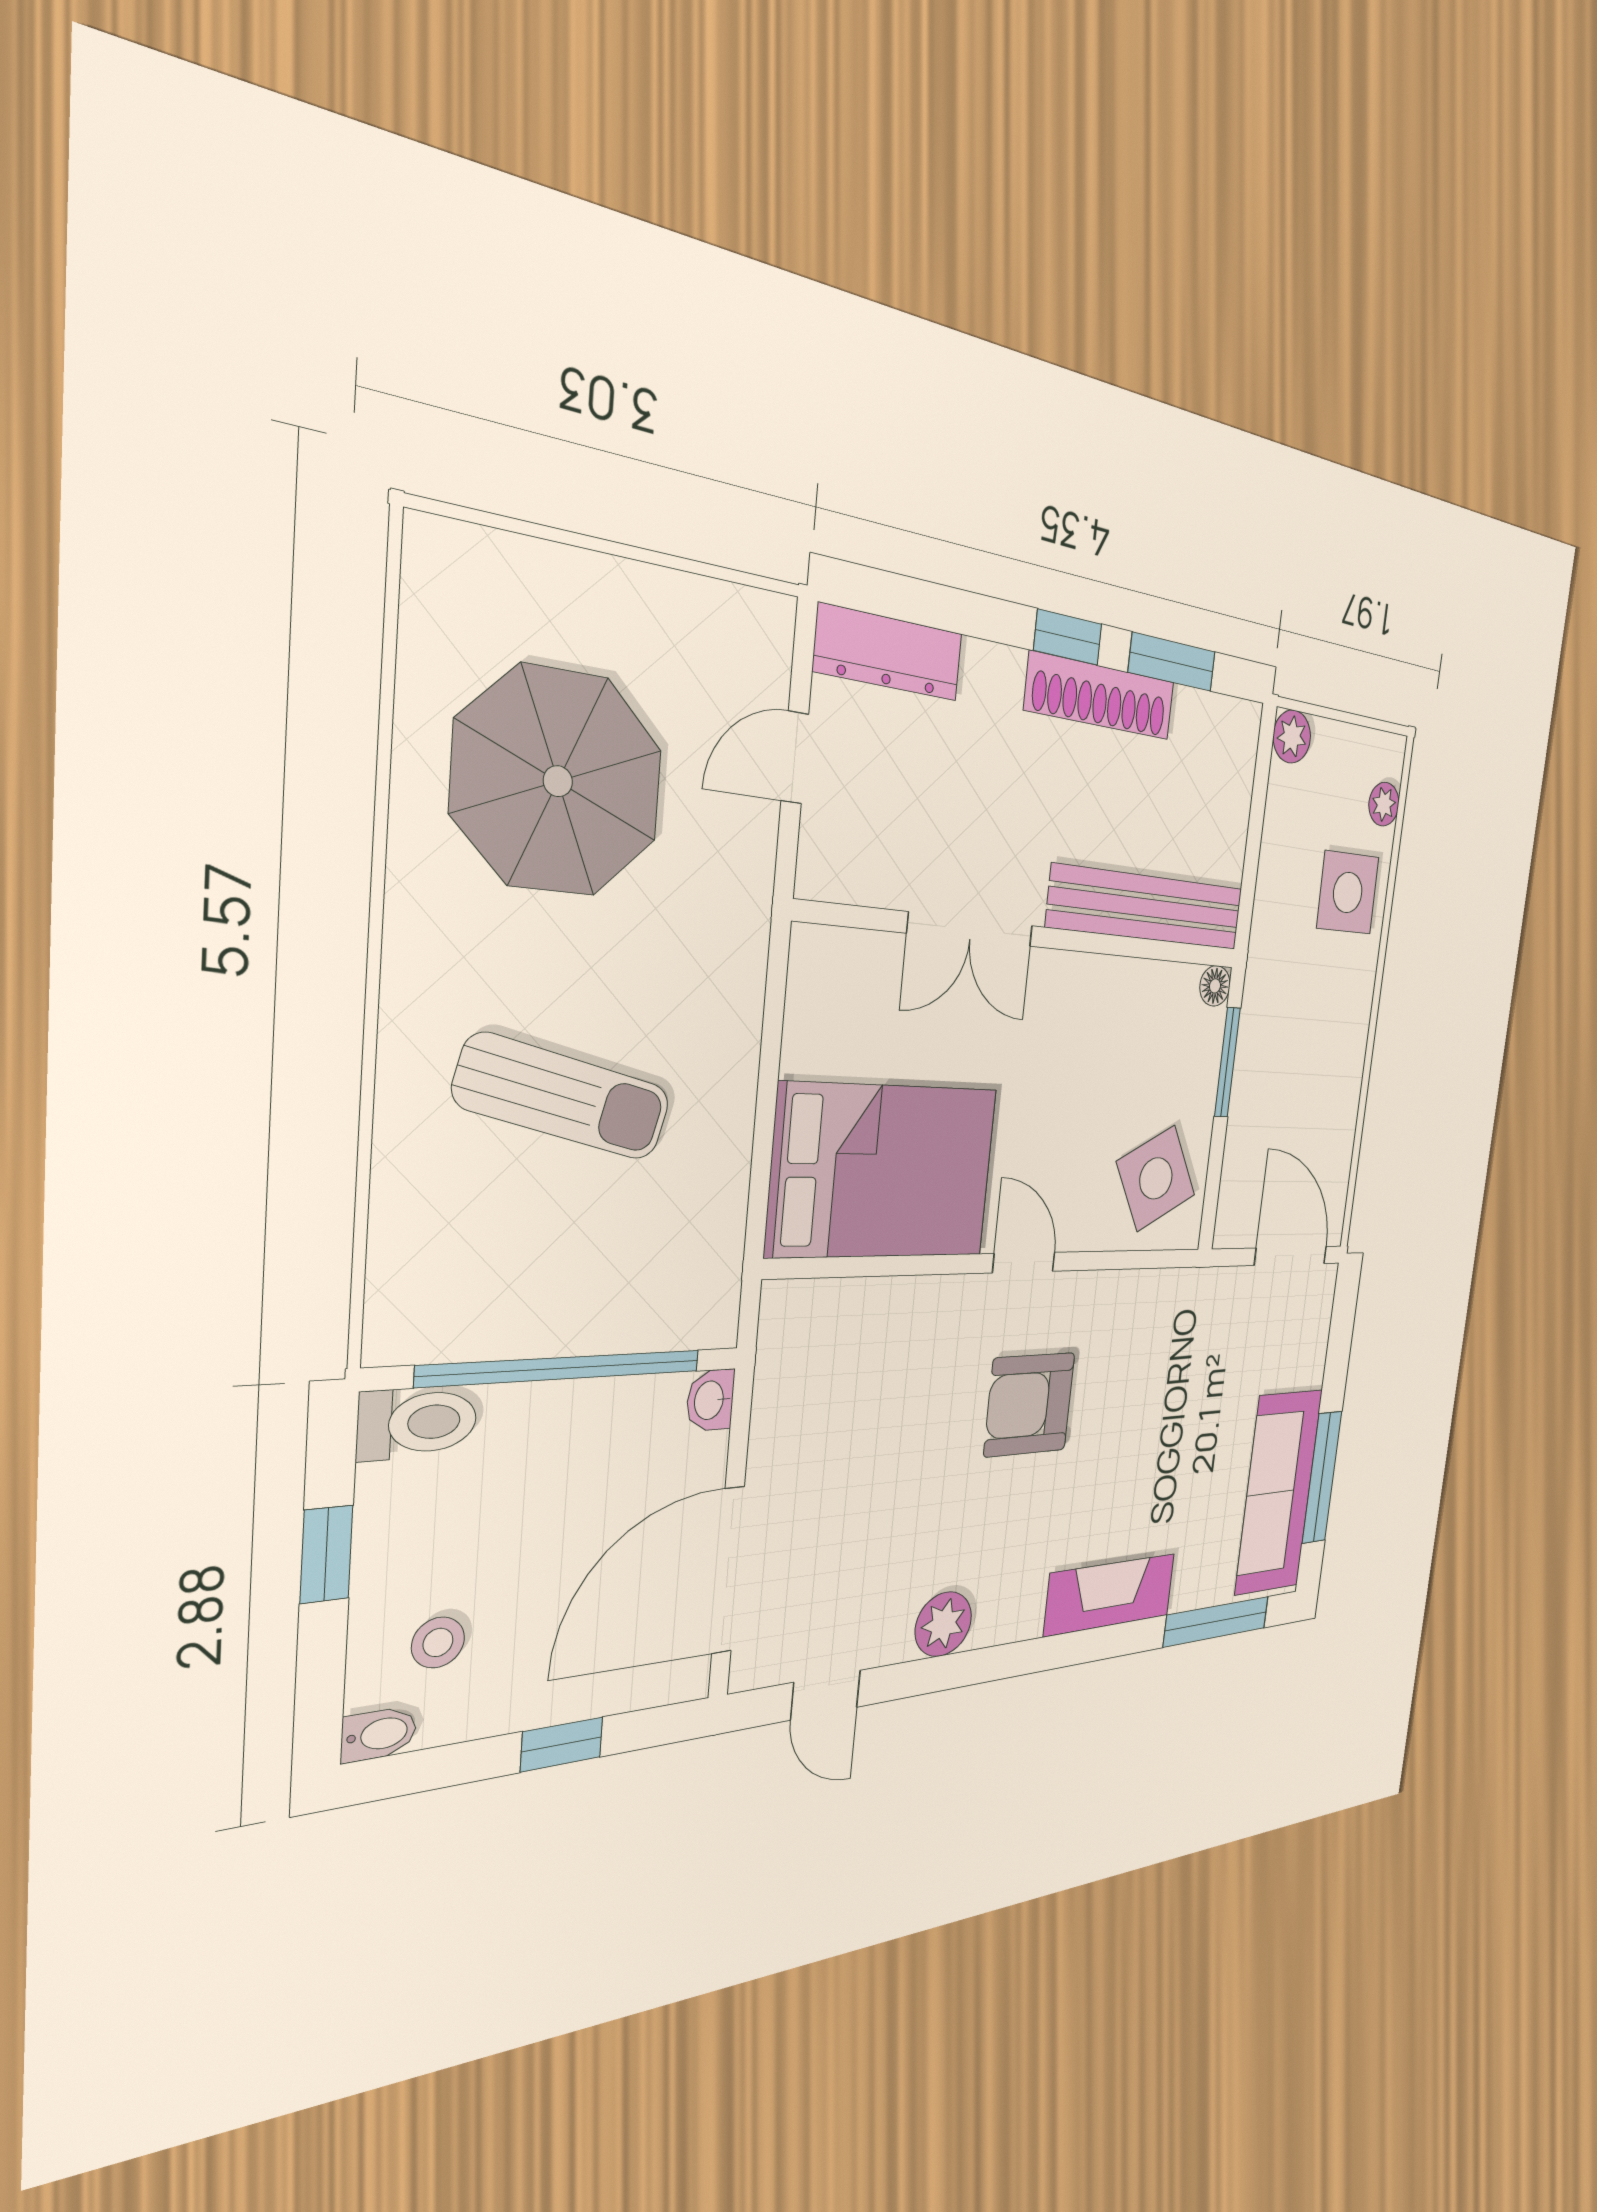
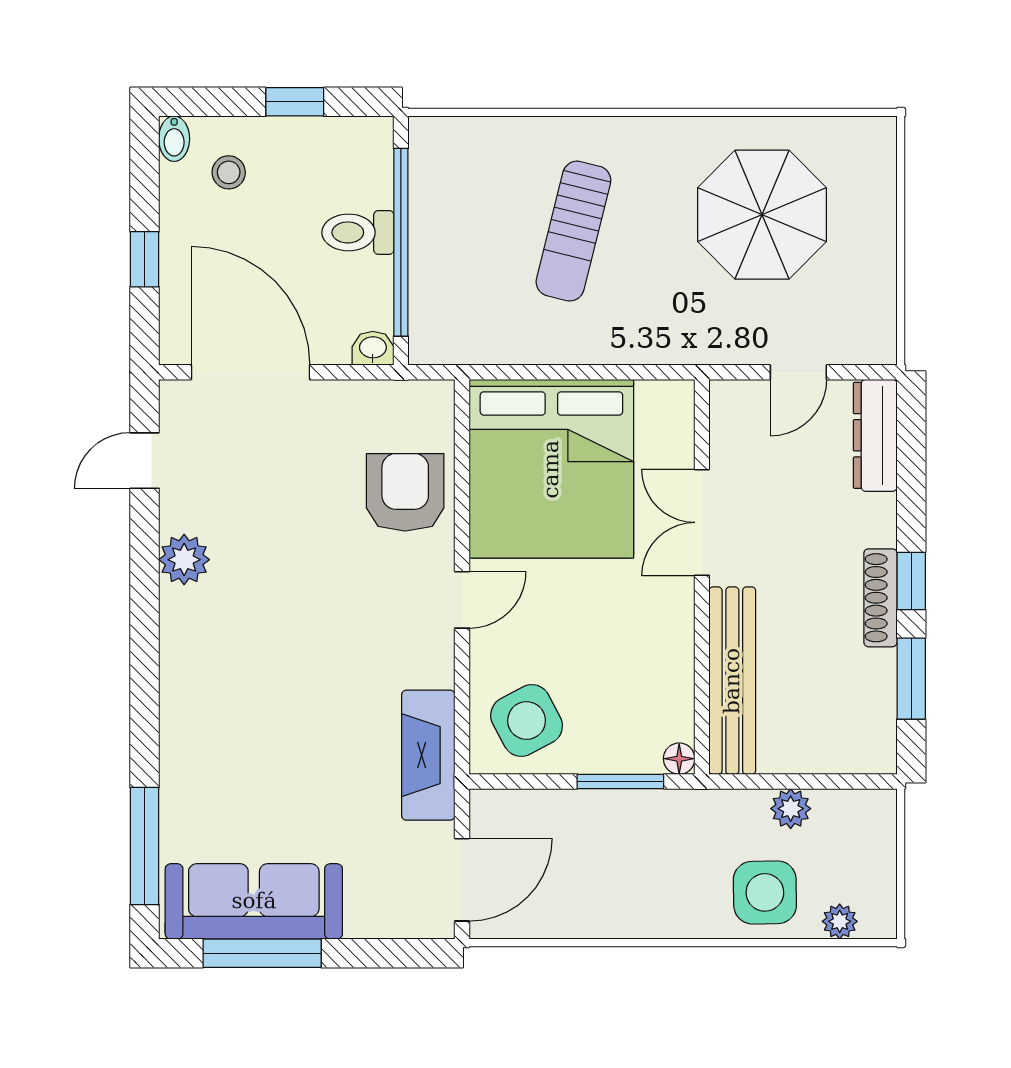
shoe rack: (1100, 696) -> (880, 598), width x0.74, depth x0.81
plant: (1292, 737) -> (791, 809), moved
door: (795, 758) -> (798, 372), swing flipped
bed: (883, 1171) -> (551, 469), width x1.36
armchair: (1029, 1405) -> (405, 492), moved
toilet: (417, 1423) -> (358, 232), moved, turned 90
fireplace: (1110, 1595) -> (428, 755), moved, turned 180

